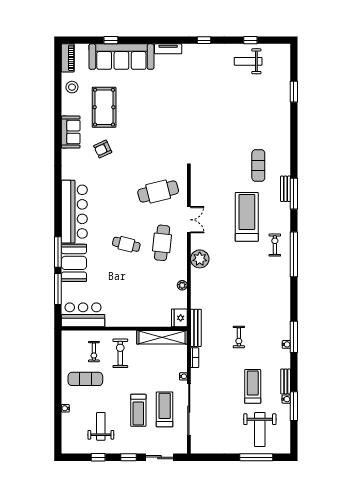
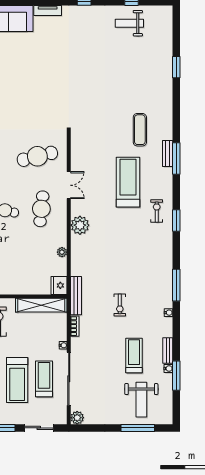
window: (294, 92) -> (176, 67), moved
window: (294, 254) -> (176, 220), width x0.47
window: (294, 337) -> (176, 285), moved
treadmill: (138, 410) -> (17, 380), width x1.37, depth x1.38
plant: (197, 447) -> (77, 418), added

